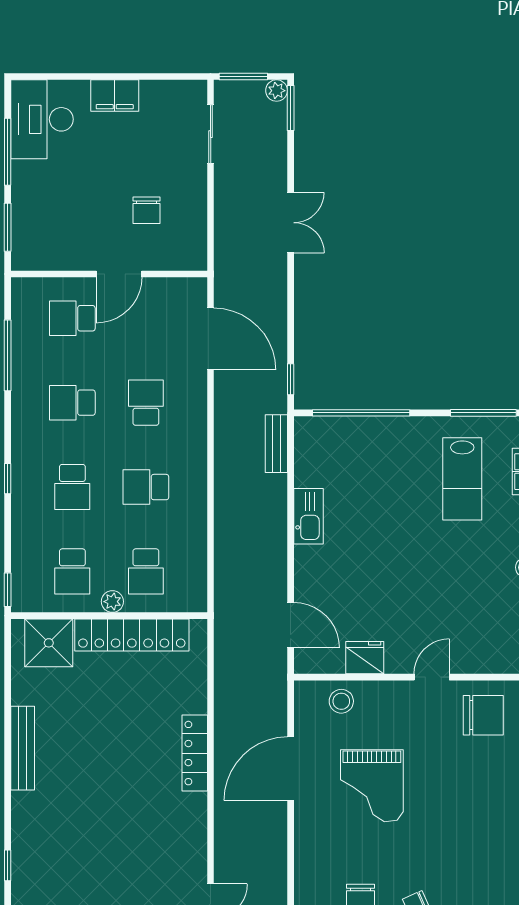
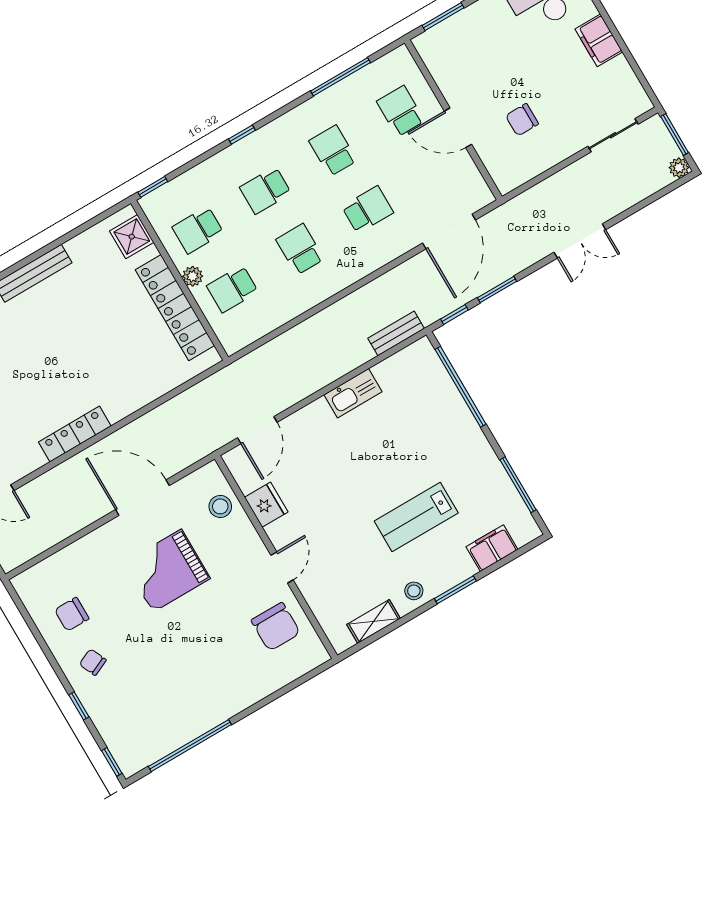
window: (291, 108) -> (497, 290), moved
lab bench: (462, 479) -> (416, 517), moved
shower: (49, 643) -> (132, 237), width x0.73, depth x0.73
door: (432, 677) -> (282, 567), hinge flipped
locker: (195, 753) -> (75, 434), moved

